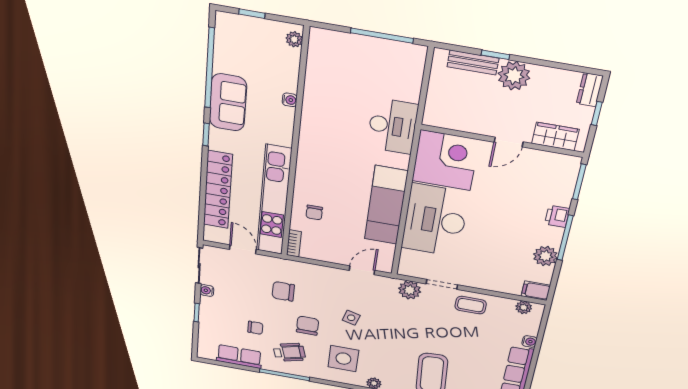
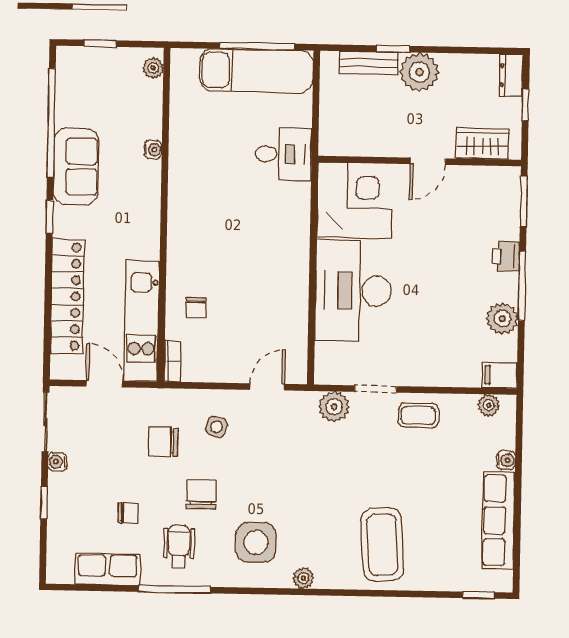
desk: (393, 126) -> (284, 154), width x0.73
kitchen unit: (274, 201) -> (142, 321), width x0.73
exam couch: (386, 205) -> (257, 71), moved, turned -90
side table: (351, 318) -> (216, 427), moved
wheelchair: (289, 352) -> (179, 547), turned -74

